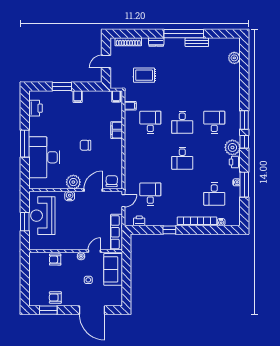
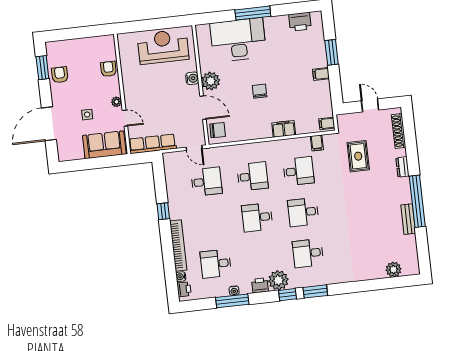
desk: (214, 122) -> (308, 253), turned 180
desk: (150, 158) -> (253, 176), added
printer: (139, 221) -> (184, 289), moved
window: (25, 222) -> (153, 24), removed

